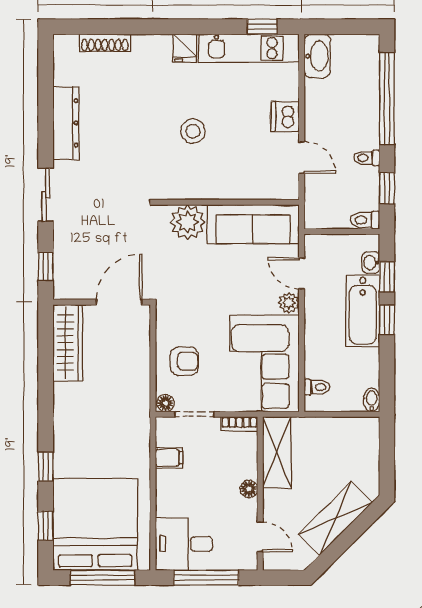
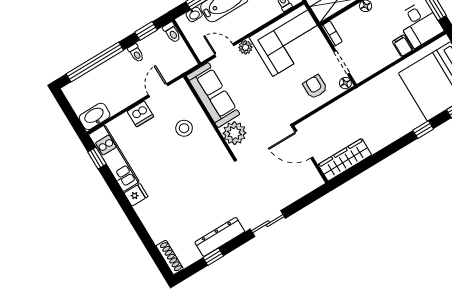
shoe rack: (105, 43) -> (170, 257), moved
stool: (193, 131) -> (184, 128), moved
window: (46, 267) -> (213, 257), moved
door: (302, 273) -> (224, 50), swing flipped
filing cabinet: (169, 458) -> (403, 46), moved

